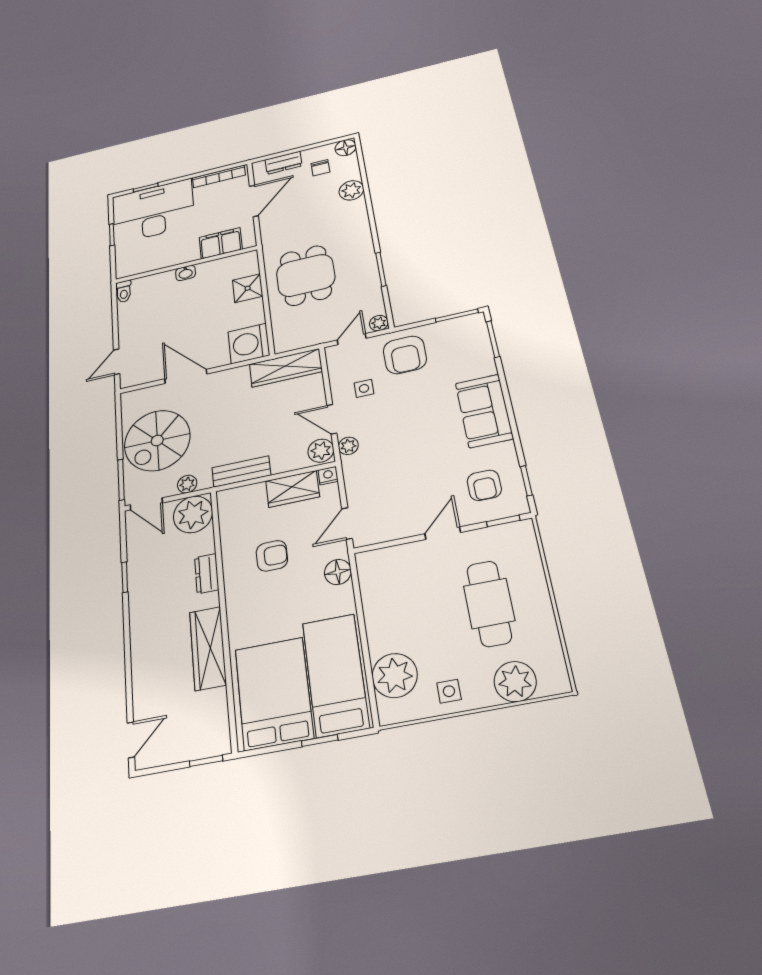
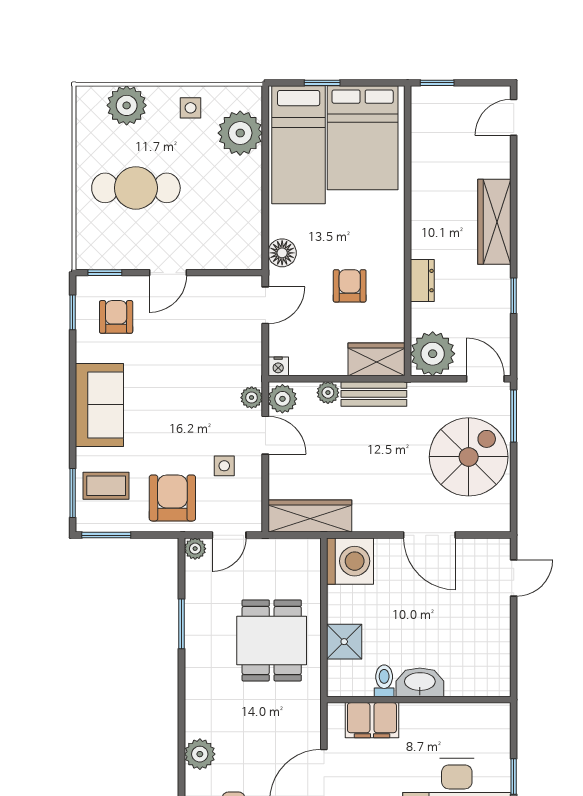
washbasin: (186, 273) -> (420, 682), width x1.91, depth x1.45
toilet: (124, 292) -> (384, 681), moved
coffee table: (465, 351) -> (106, 486), added
plant: (187, 484) -> (328, 393), moved
wardrobe: (293, 489) -> (376, 359), moved
armchair: (272, 556) -> (350, 286), turned 90
cafe table: (489, 603) -> (136, 188), turned 90
wardrobe: (208, 648) -> (494, 222), moved, turned 180

